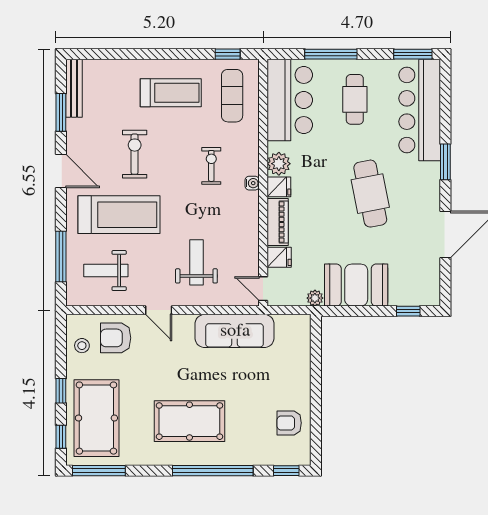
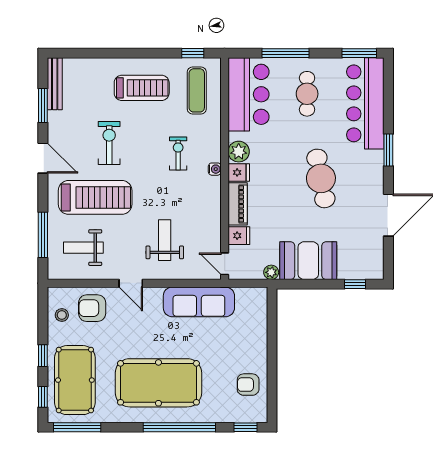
pool table: (189, 421) -> (158, 383), width x1.36, depth x1.32

